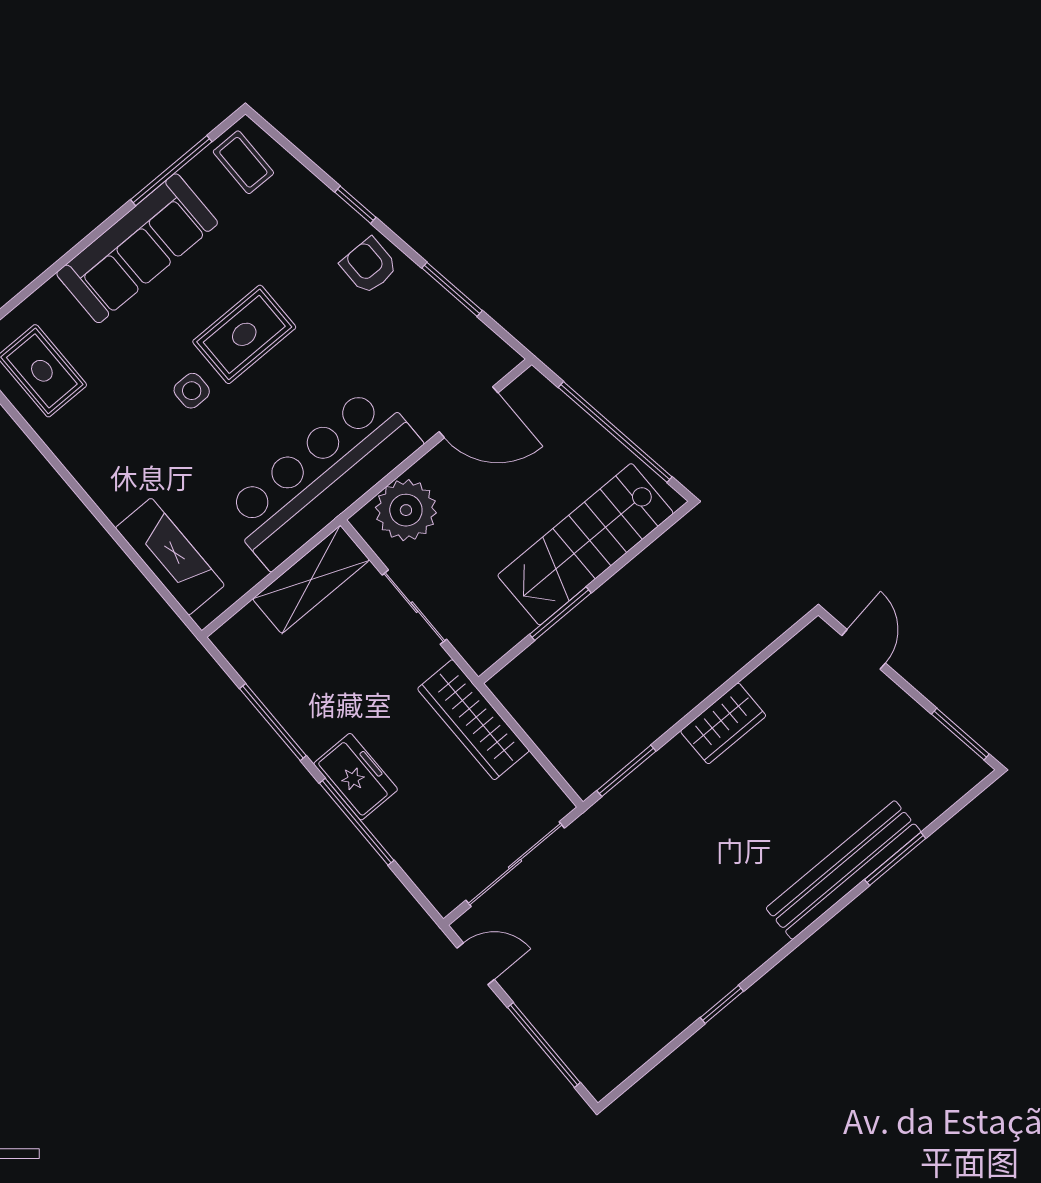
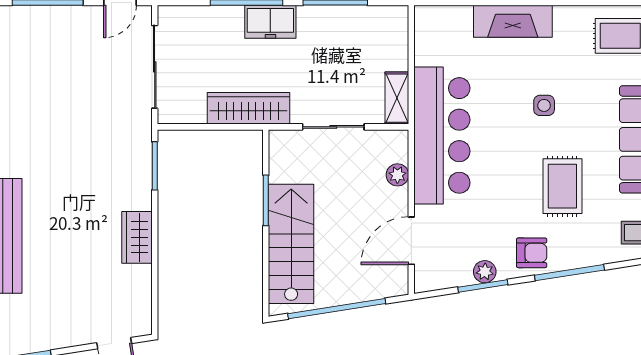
window: (355, 205) -> (569, 273), width x2.17
plant: (434, 301) -> (485, 272), added
rug: (244, 334) -> (562, 186), moved
plant: (406, 510) -> (397, 175), width x0.53, depth x0.53
fireplace: (170, 557) -> (513, 21), moved
shelving: (311, 579) -> (397, 98), width x0.67, depth x0.75

